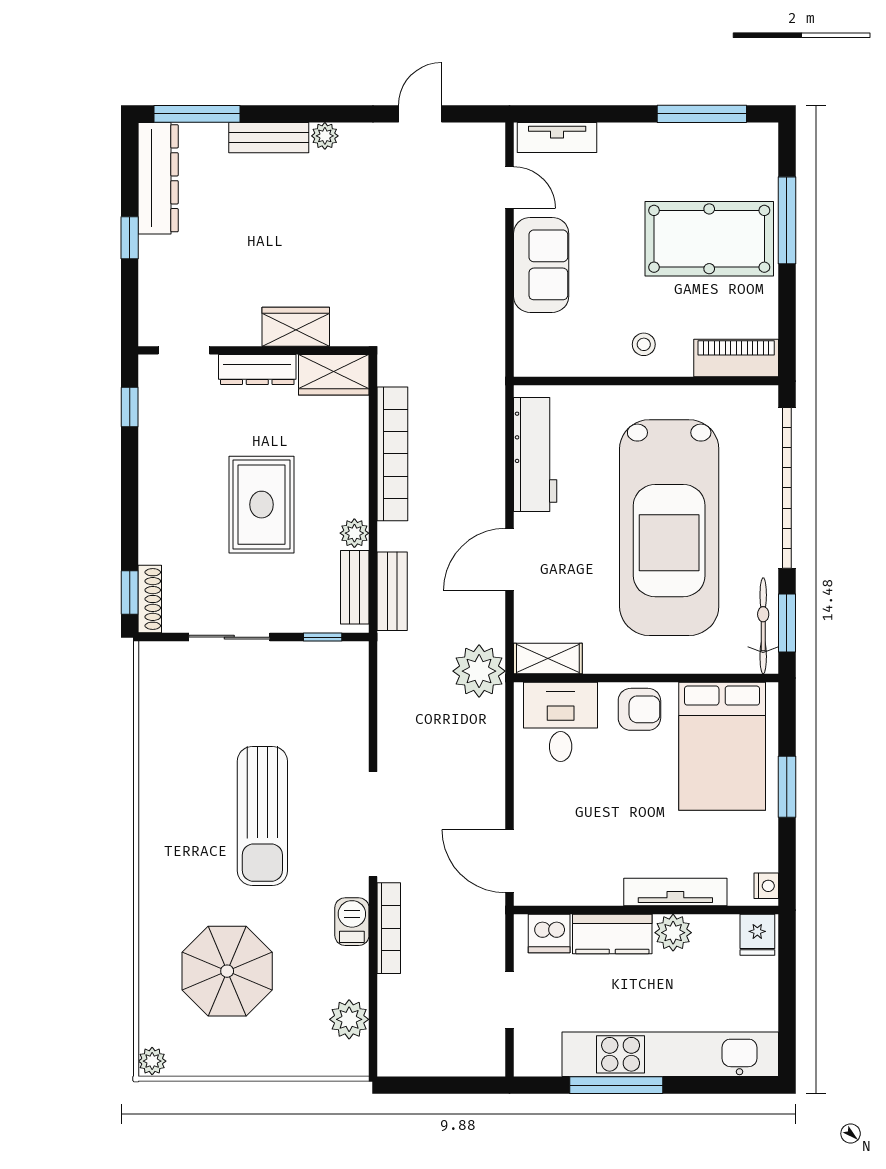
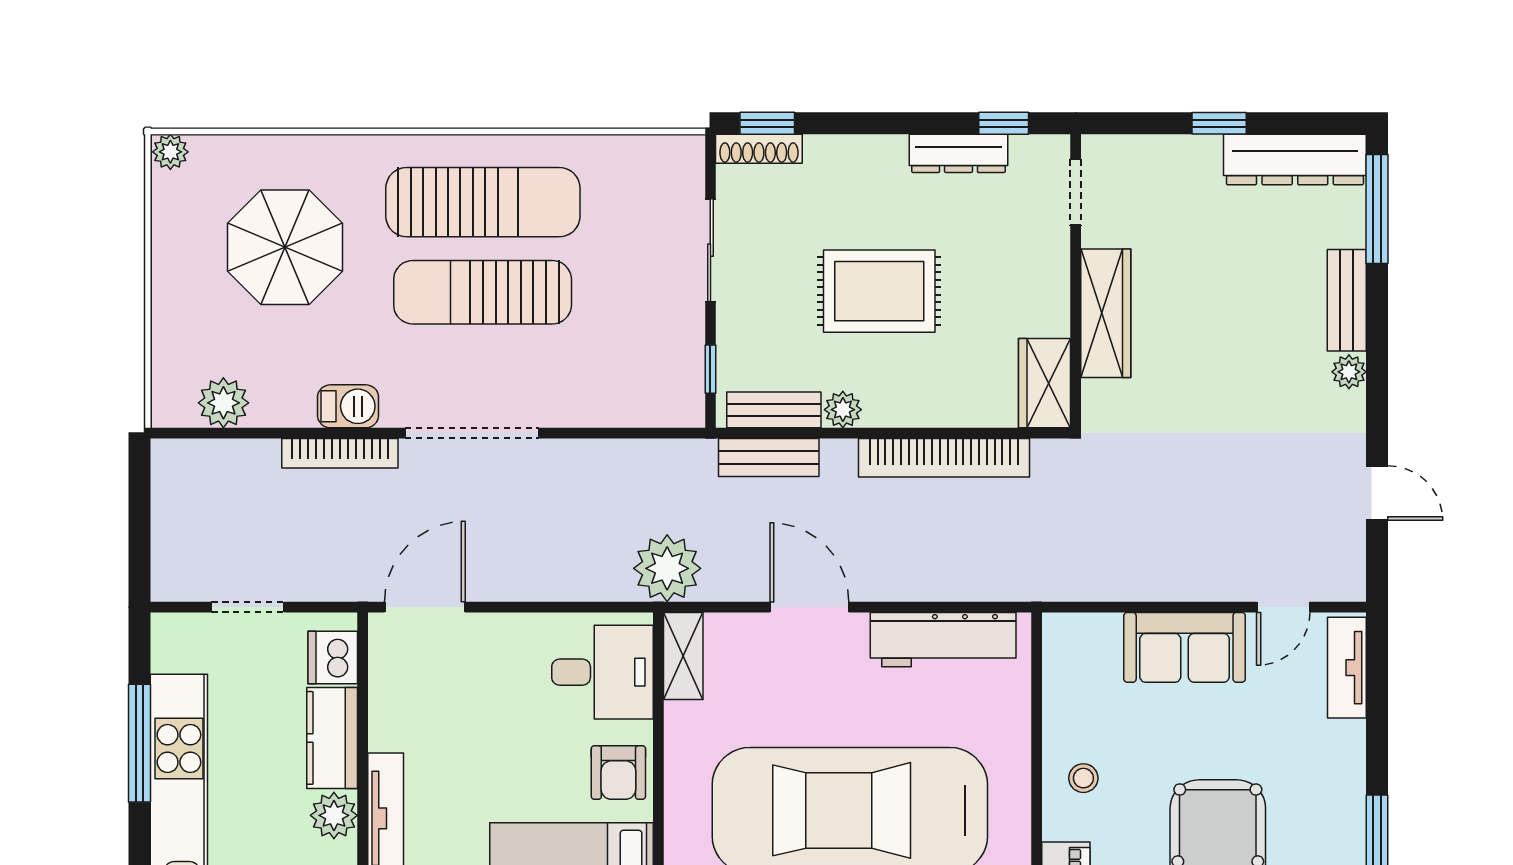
wardrobe: (296, 327) -> (1106, 313), width x1.50
dresser: (257, 370) -> (959, 153), moved, turned -90
sun lounger: (192, 816) -> (483, 202), added

